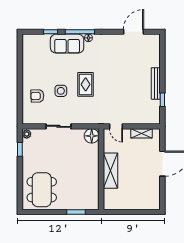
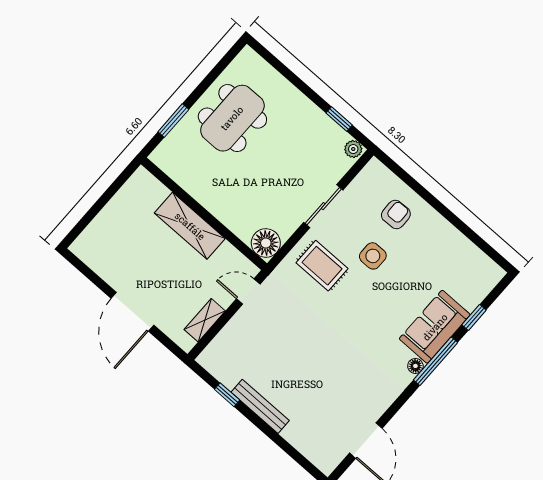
rug: (86, 84) -> (322, 266), moved
dining table: (42, 190) -> (232, 118), moved, turned 90

